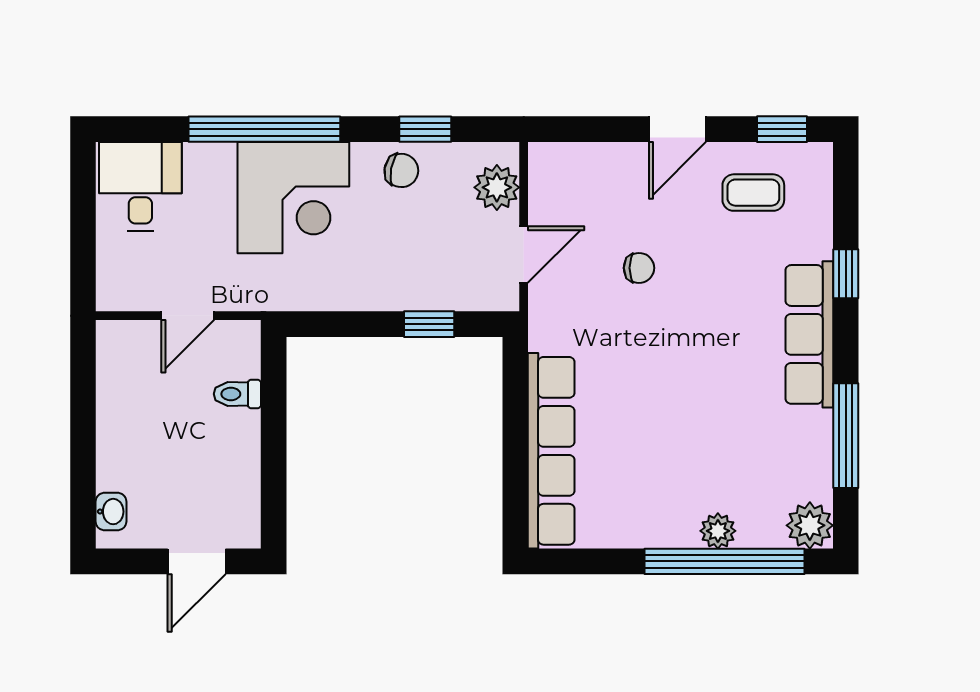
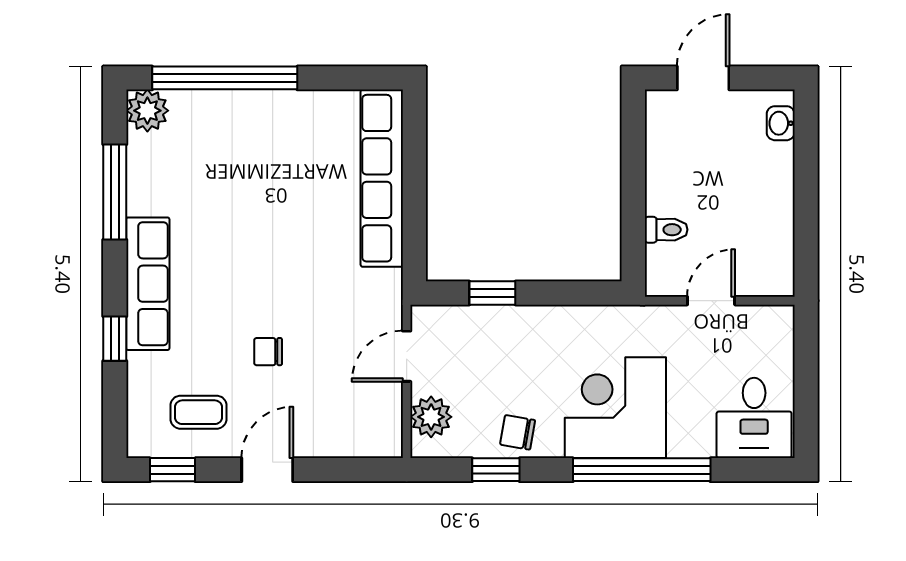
chair: (639, 268) -> (268, 352), moved
plant: (718, 531) -> (231, 106), removed

